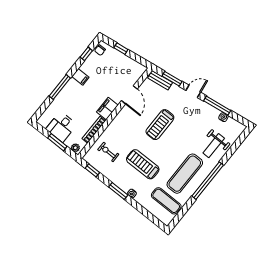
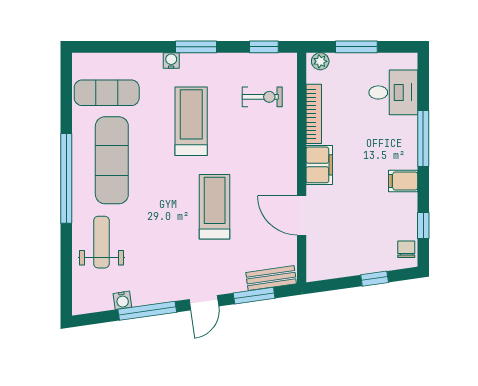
desk: (61, 127) -> (393, 92), moved, turned 90
treadmill: (143, 164) -> (191, 121), turned -90

